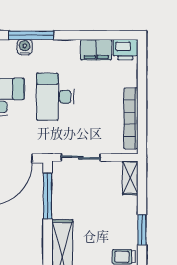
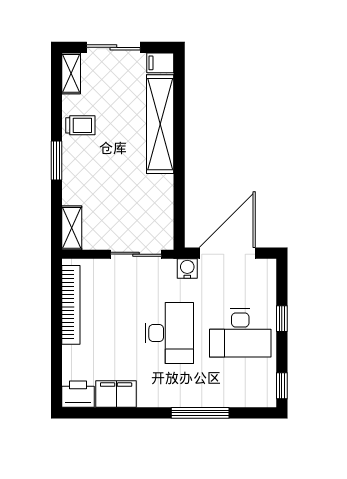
water cooler: (25, 47) -> (187, 268), moved, turned 180
window: (48, 196) -> (179, 204), removed

